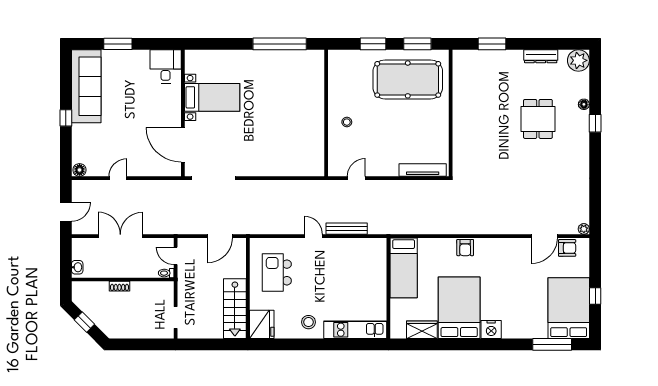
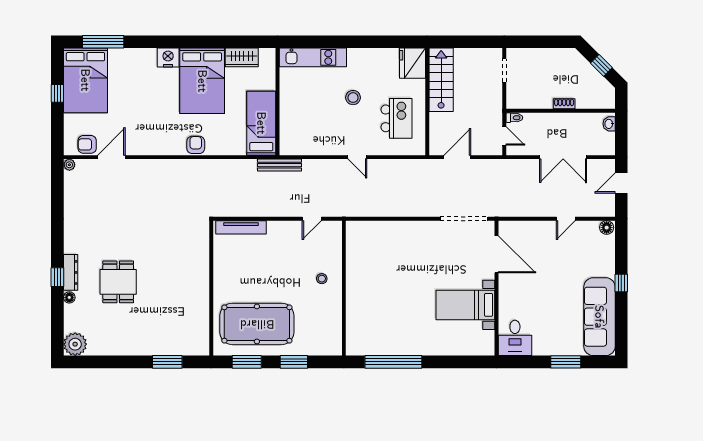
dresser: (541, 56) -> (71, 272), moved, turned 90
bench: (347, 229) -> (279, 165), moved
stool: (308, 322) -> (353, 98), moved

